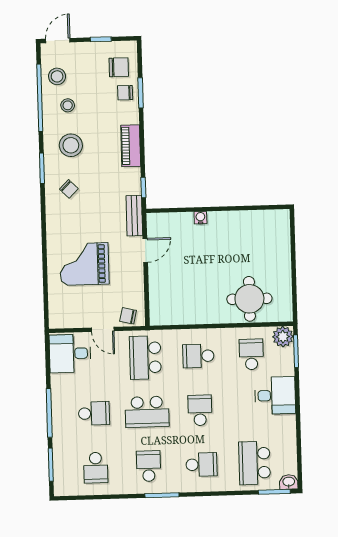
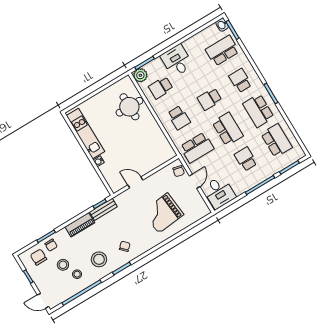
stool: (57, 76) -> (63, 265), moved
bench: (134, 216) -> (103, 209), moved
kitchen unit: (247, 221) -> (85, 134), added
grand piano: (84, 264) -> (163, 213), turned 84
school desk: (254, 463) -> (222, 51), turned 180
school desk: (149, 466) -> (258, 111), width x1.85
school desk: (96, 468) -> (277, 141), width x1.85

